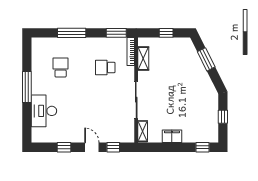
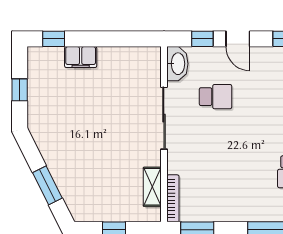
school desk: (105, 68) -> (215, 97), moved
shelving: (143, 131) -> (153, 66), removed
washbasin: (128, 132) -> (177, 64), added
filing cabinet: (172, 136) -> (81, 57), moved

